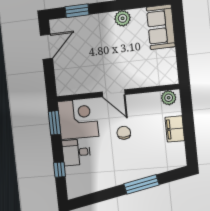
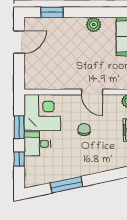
door: (114, 93) -> (92, 92), moved
window: (55, 123) -> (19, 127), moved
window: (141, 184) -> (66, 185), moved

